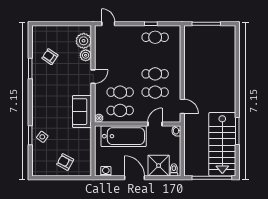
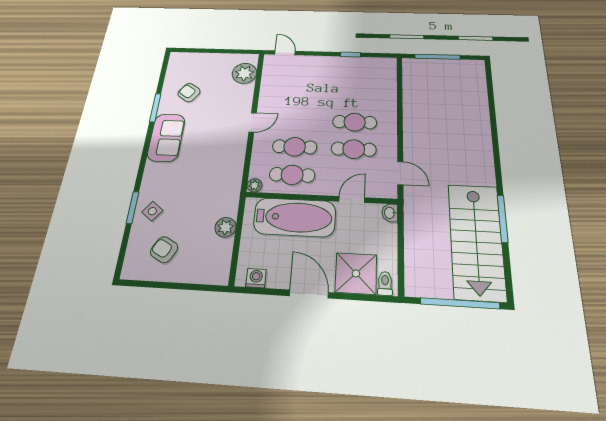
cafe table: (155, 37) -> (356, 72), removed
plant: (86, 55) -> (226, 227), moved
sofa: (82, 112) -> (166, 138), moved, turned 180
armchair: (65, 162) -> (164, 250), moved

